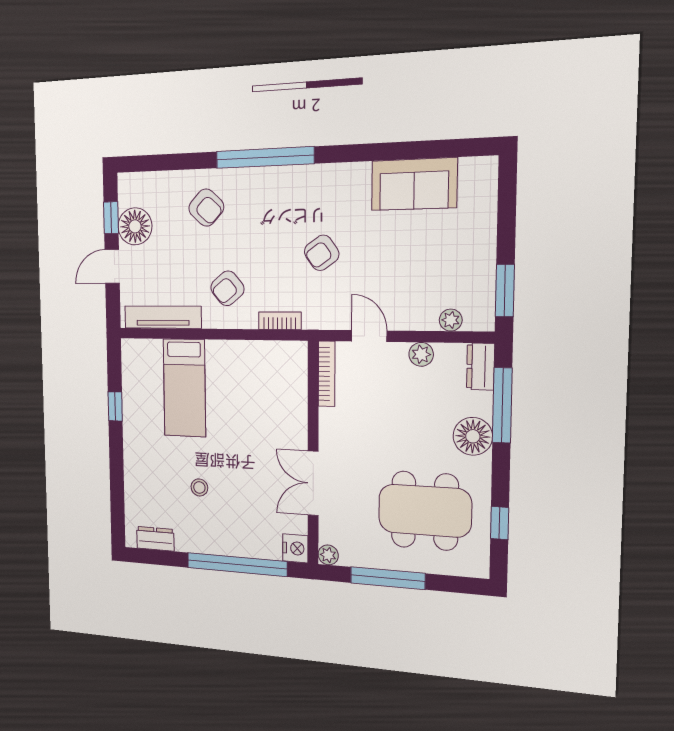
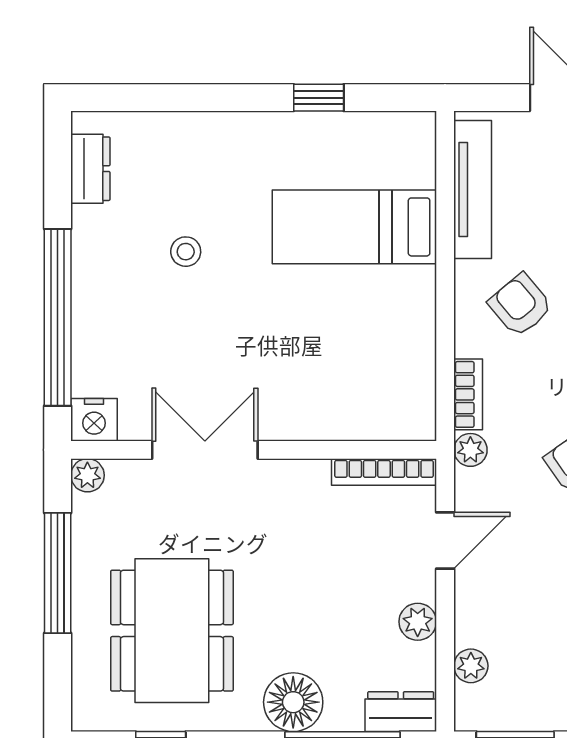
plant: (313, 319) -> (470, 450), added

